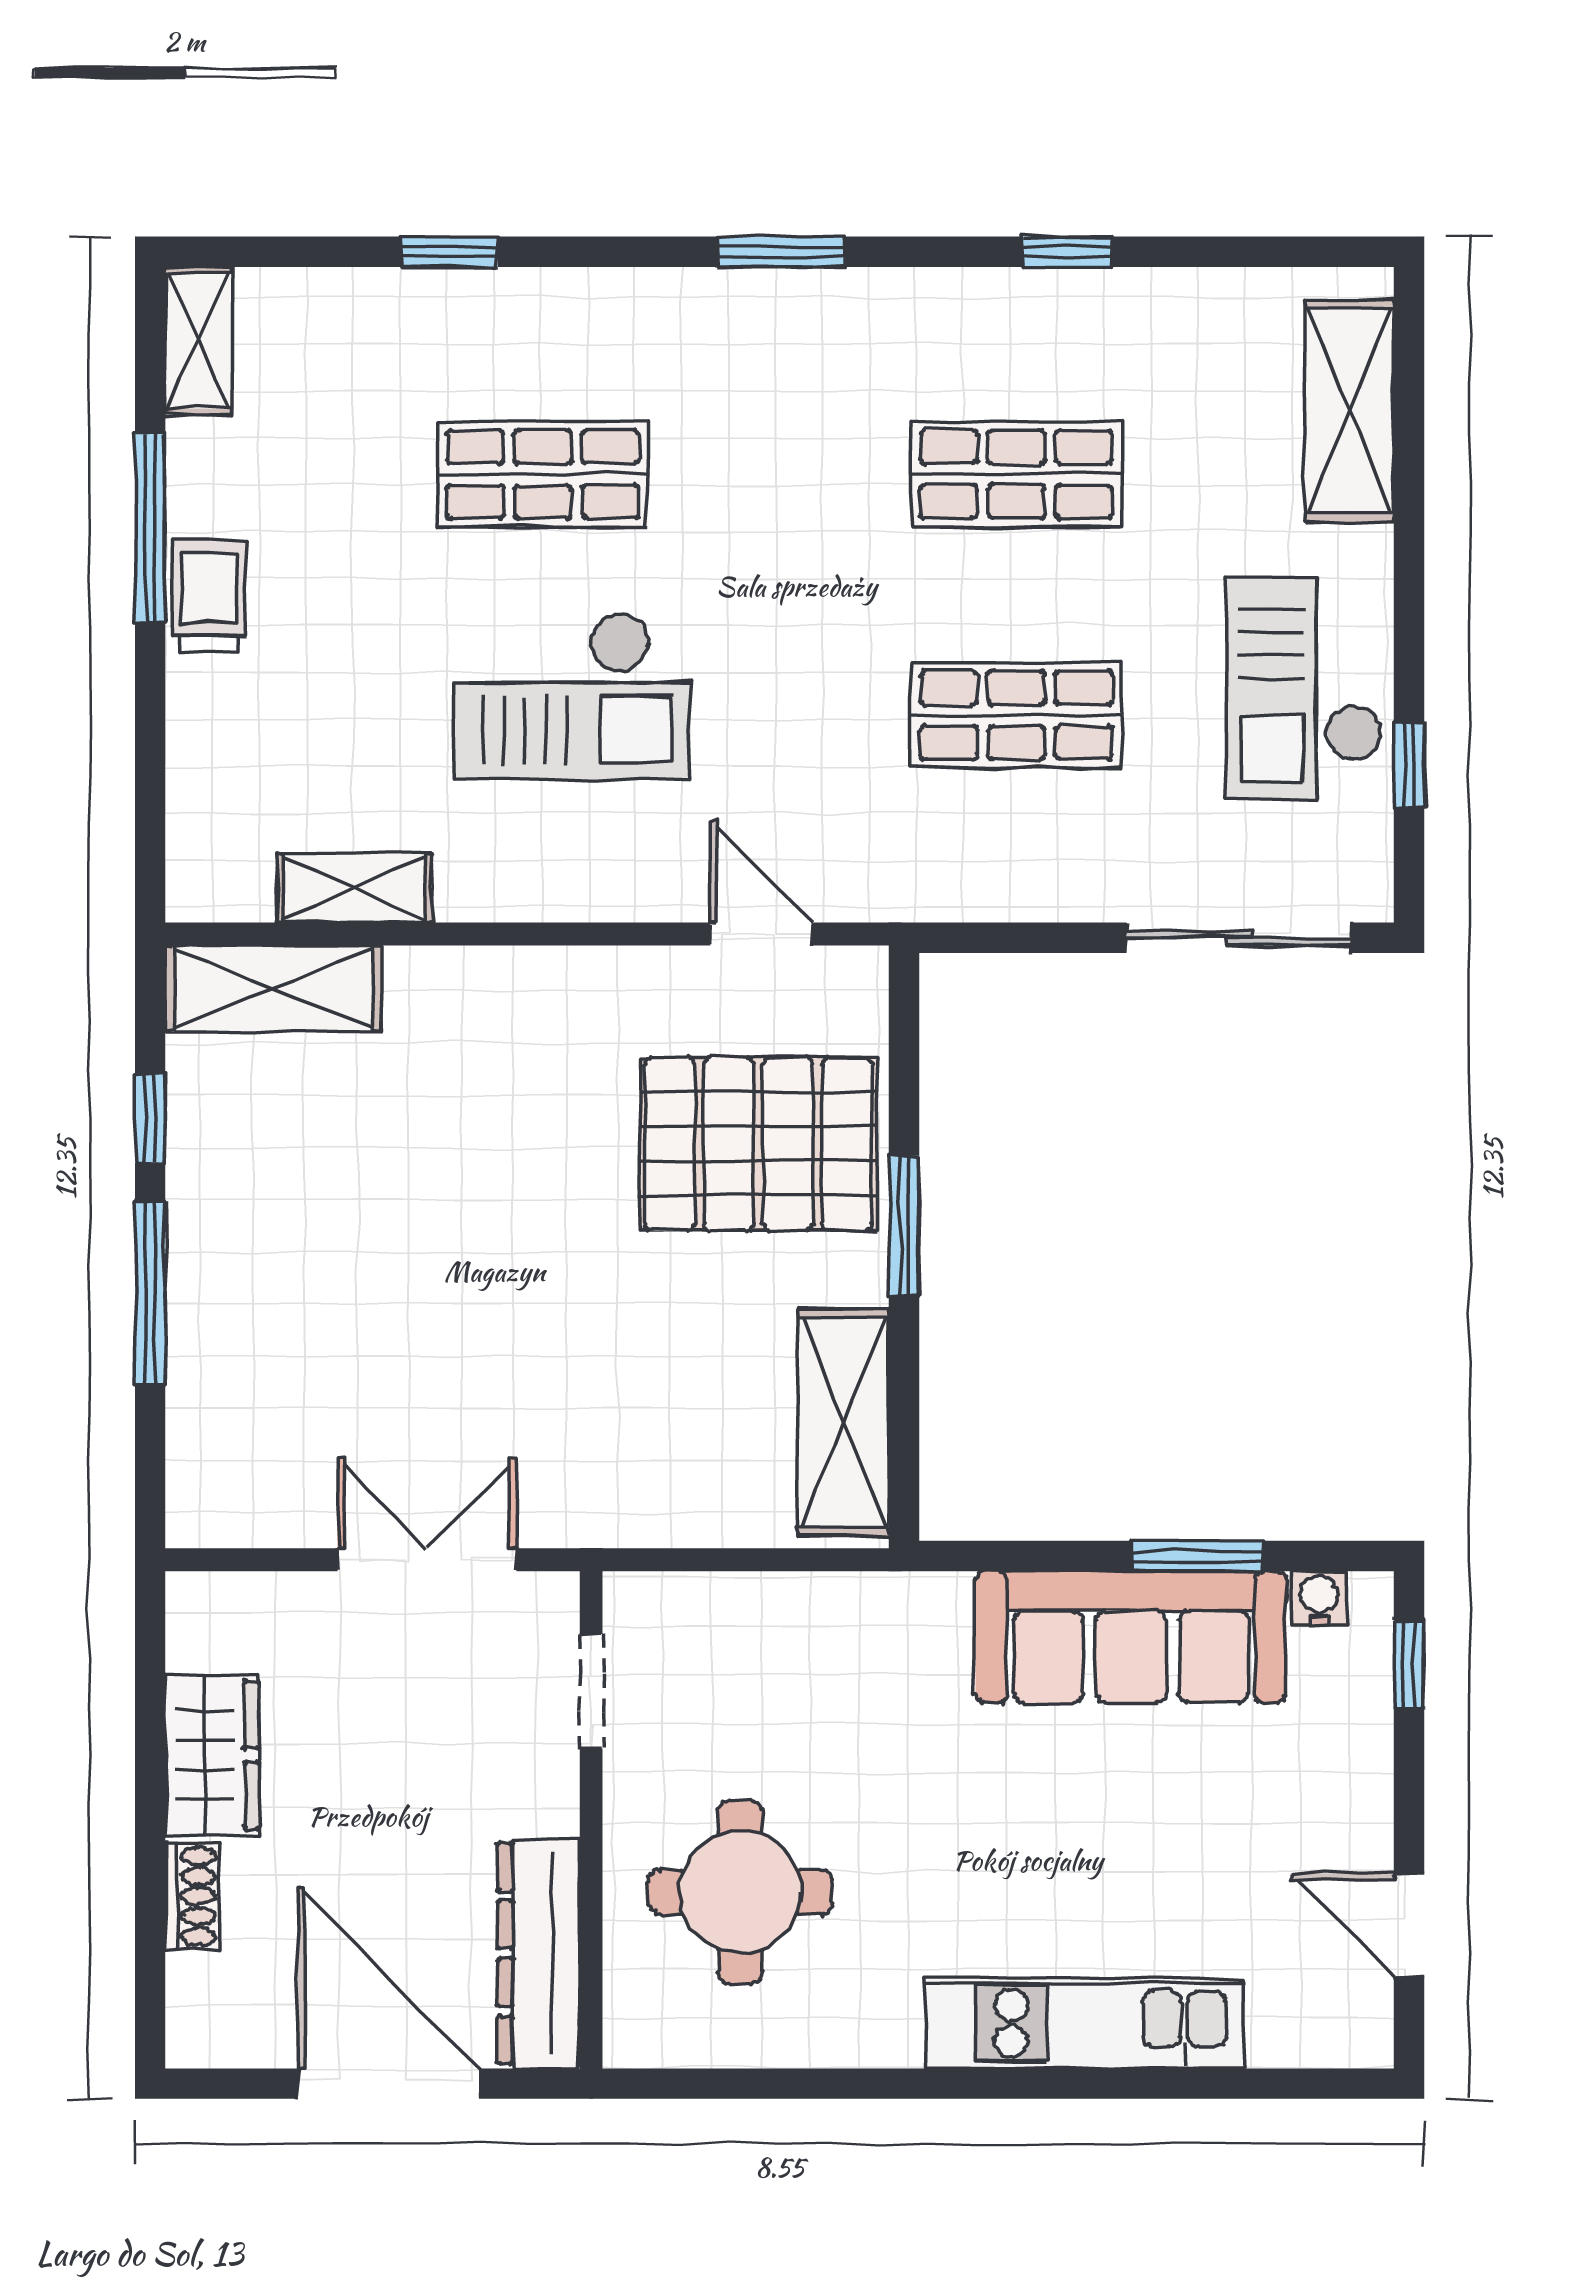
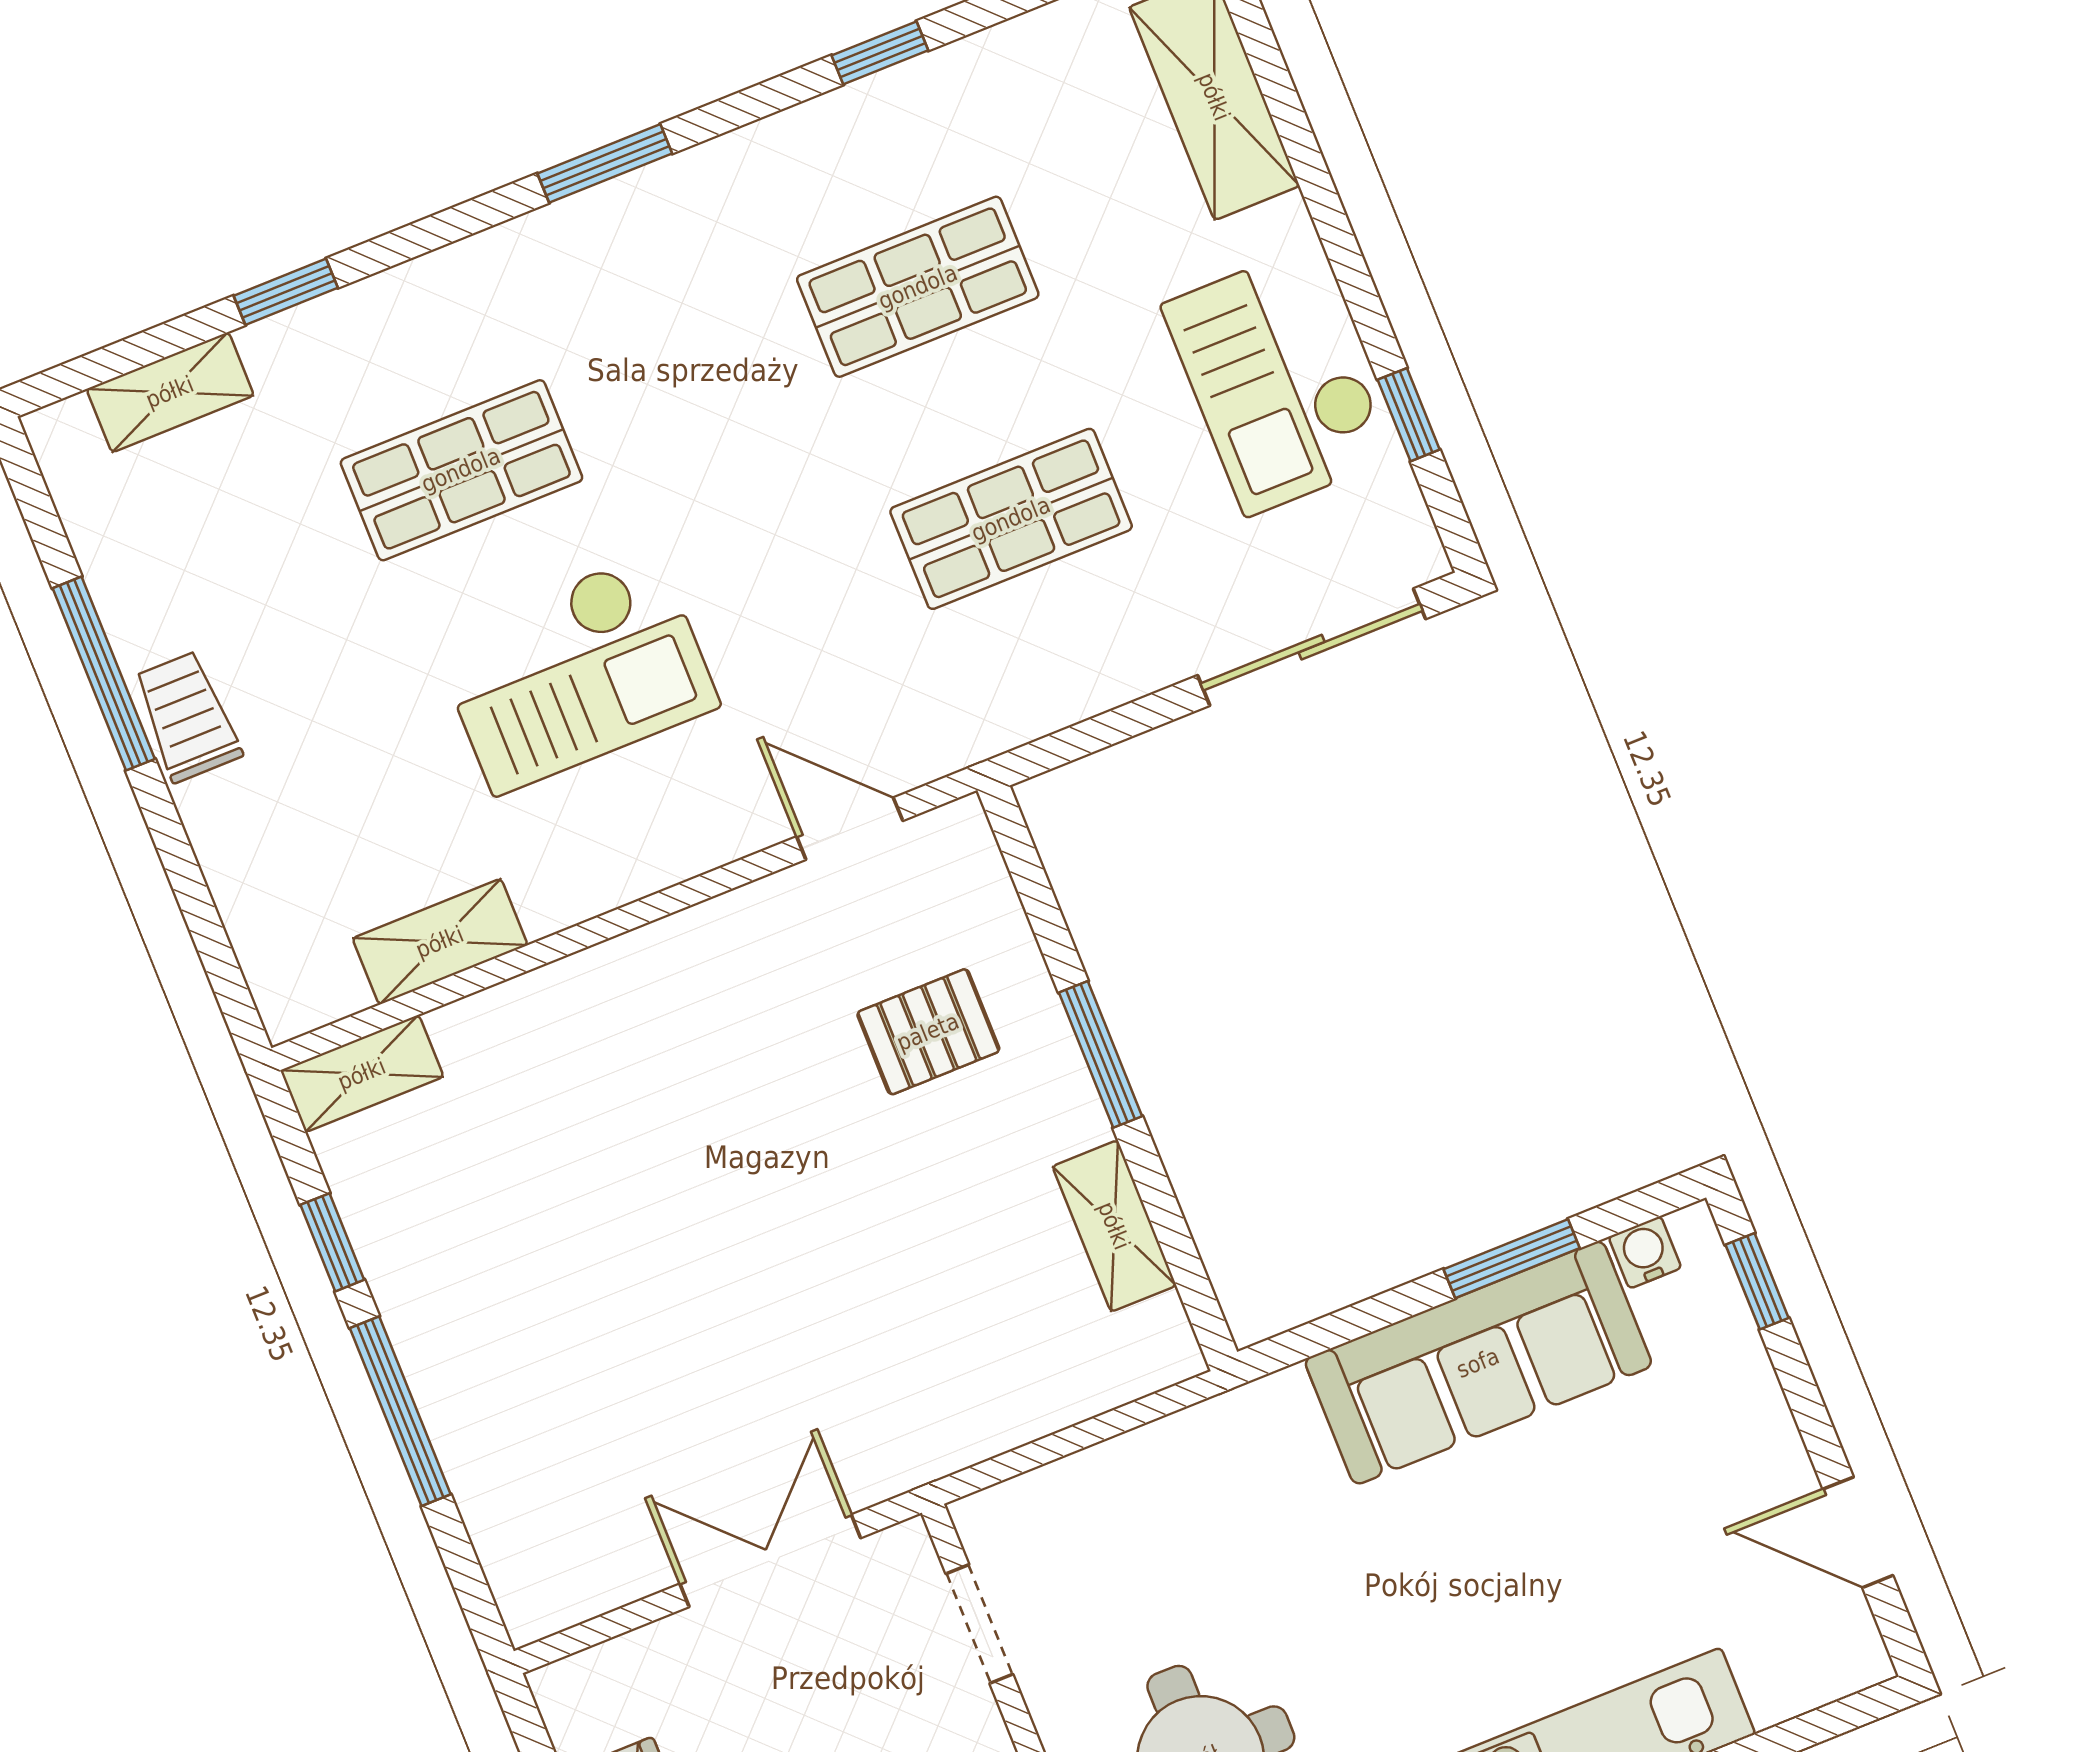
shelving: (198, 341) -> (170, 392), moved, turned 90
shelving: (273, 988) -> (362, 1074), width x0.67, depth x0.75
pallet: (758, 1144) -> (928, 1032), width x0.49, depth x0.50
shelving: (843, 1422) -> (1114, 1226), width x0.67, depth x0.75

